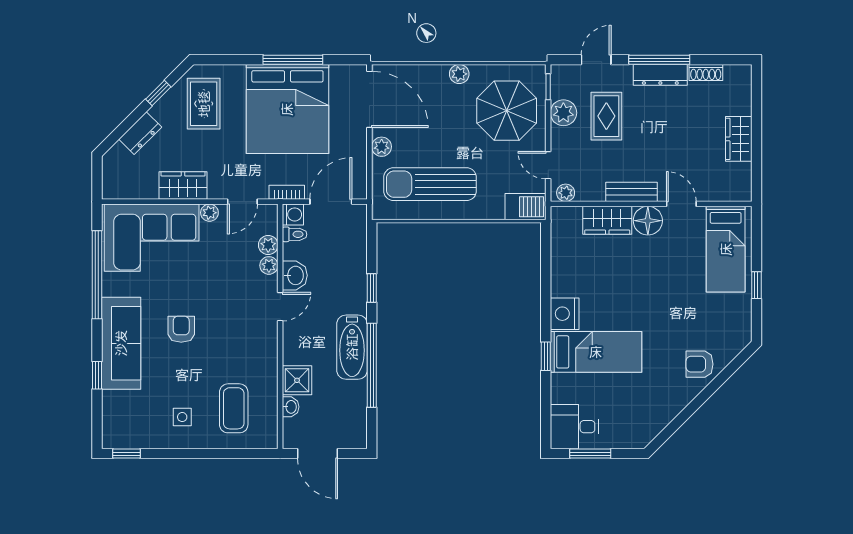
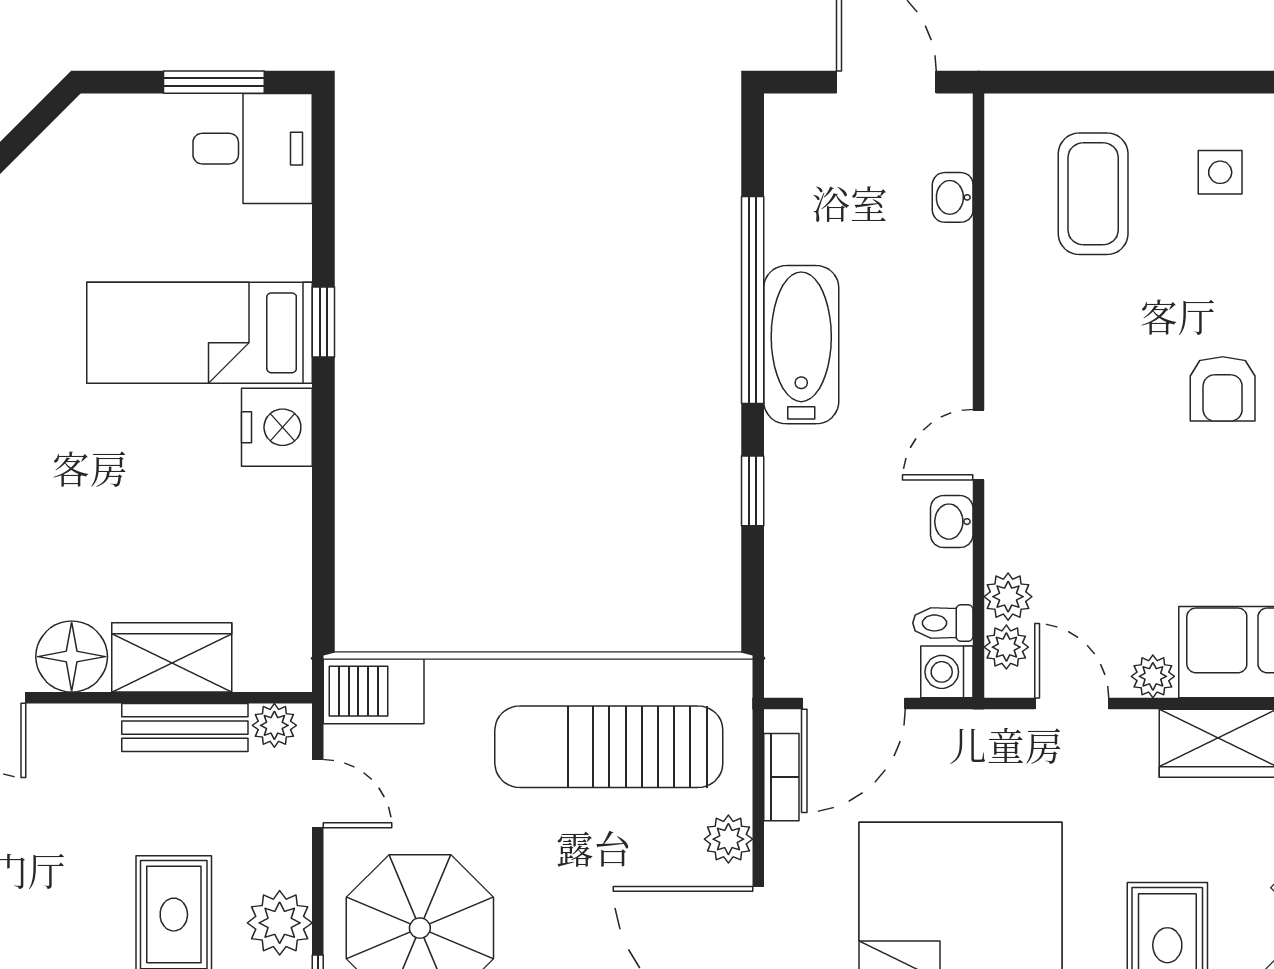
sun lounger: (430, 184) -> (609, 747), turned 180
bookcase: (287, 192) -> (781, 777), moved, turned -90
bench: (632, 192) -> (185, 728), moved
door: (242, 202) -> (1072, 703), hinge flipped
plant: (269, 265) -> (1006, 647), moved
washbasin: (295, 275) -> (952, 522), width x0.72, depth x0.69
shower: (297, 380) -> (937, 263), removed

